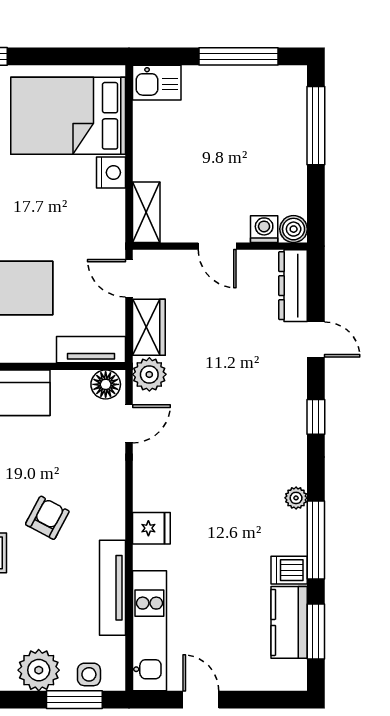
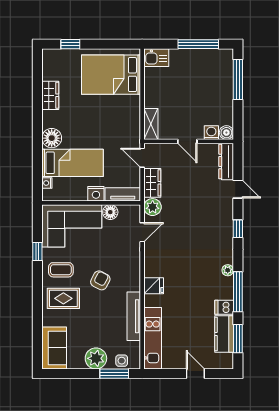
nightstand: (111, 172) -> (96, 194), moved, turned 90
floor lamp: (106, 384) -> (110, 212), moved
door: (201, 700) -> (195, 374), moved

